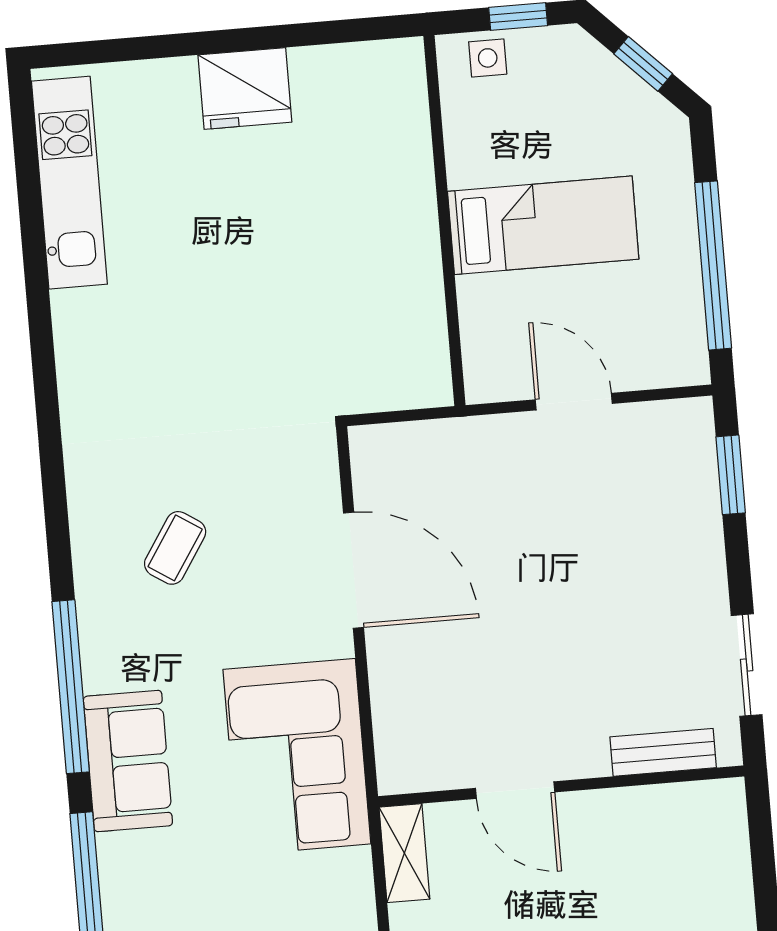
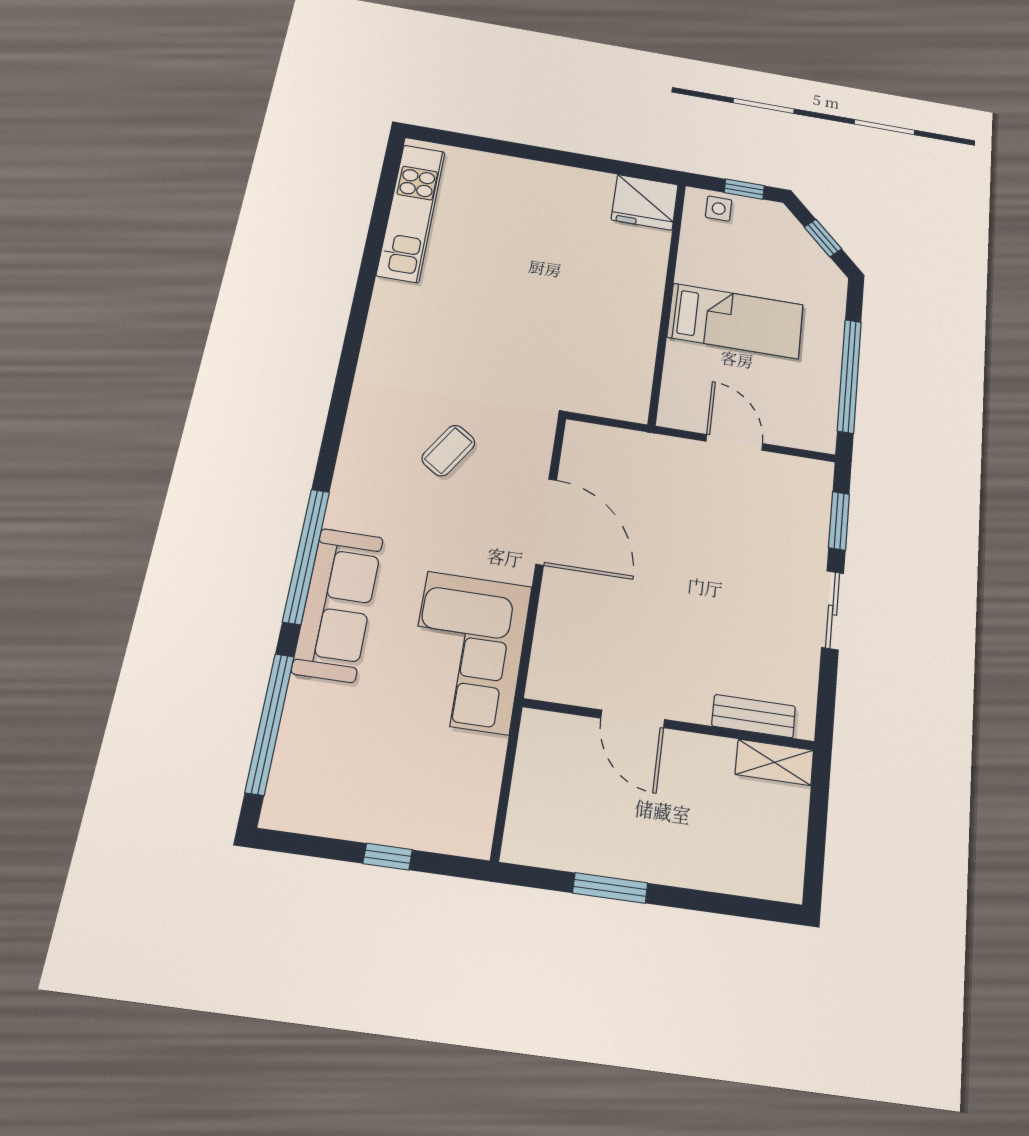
fridge: (245, 88) -> (645, 202), moved
coffee table: (175, 548) -> (448, 451), moved
sliding door: (747, 665) -> (833, 610), moved
sofa: (128, 761) -> (338, 604), width x1.36
shelving: (404, 853) -> (774, 762), moved, turned 90

